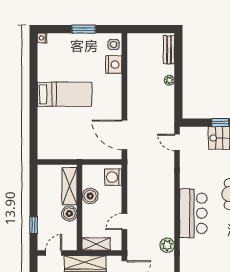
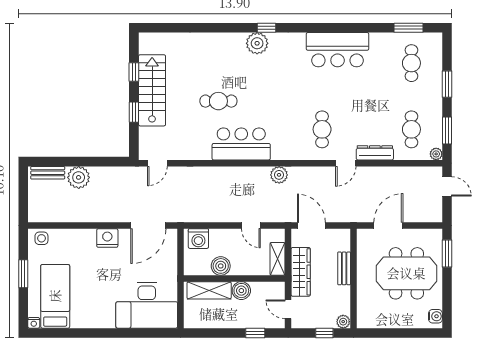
nightstand: (114, 64) -> (107, 238), moved
plant: (169, 80) -> (79, 177), width x1.88, depth x1.88
bed: (65, 94) -> (55, 296), moved
desk: (57, 133) -> (147, 305), added

